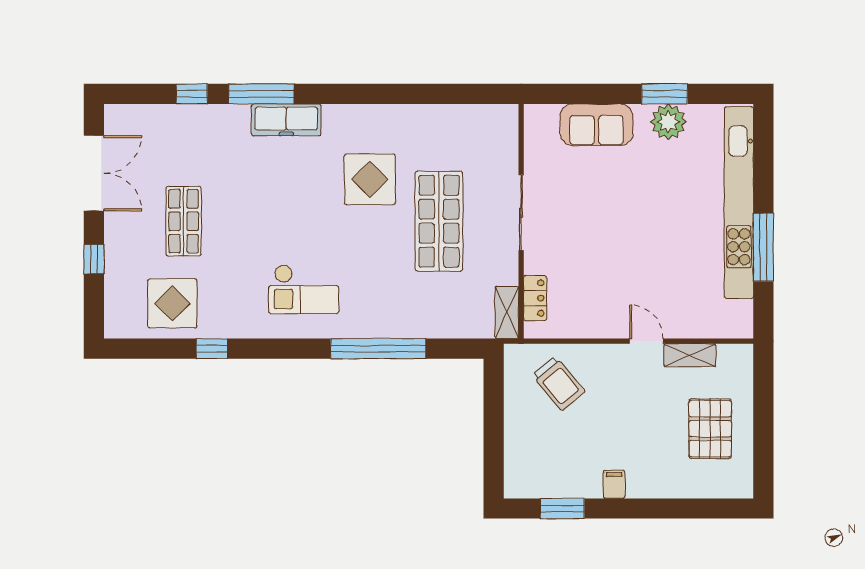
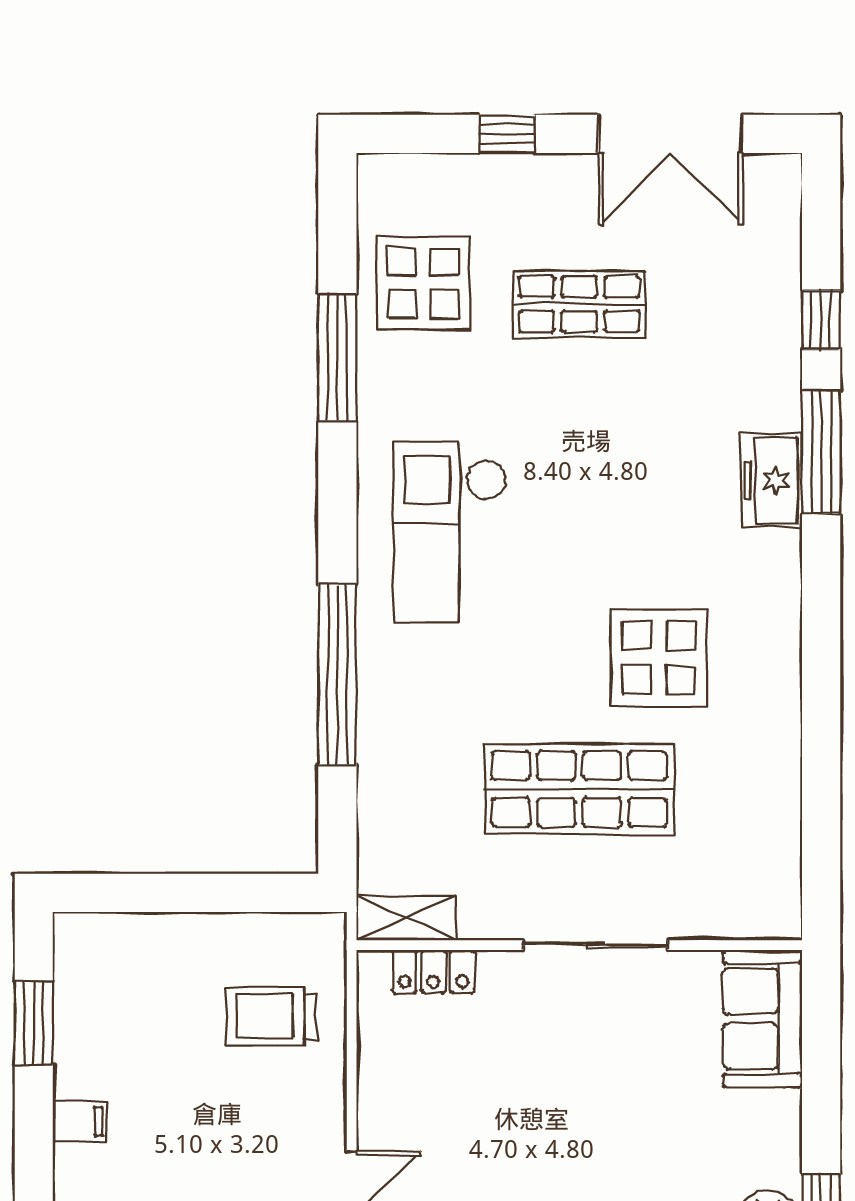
freezer: (286, 120) -> (772, 480), width x0.71
sofa: (596, 125) -> (762, 1018), moved
checkout: (304, 289) -> (450, 532), width x1.36, depth x1.21
window: (212, 349) -> (337, 358), width x2.17
trolley: (559, 383) -> (271, 1016), turned 40

